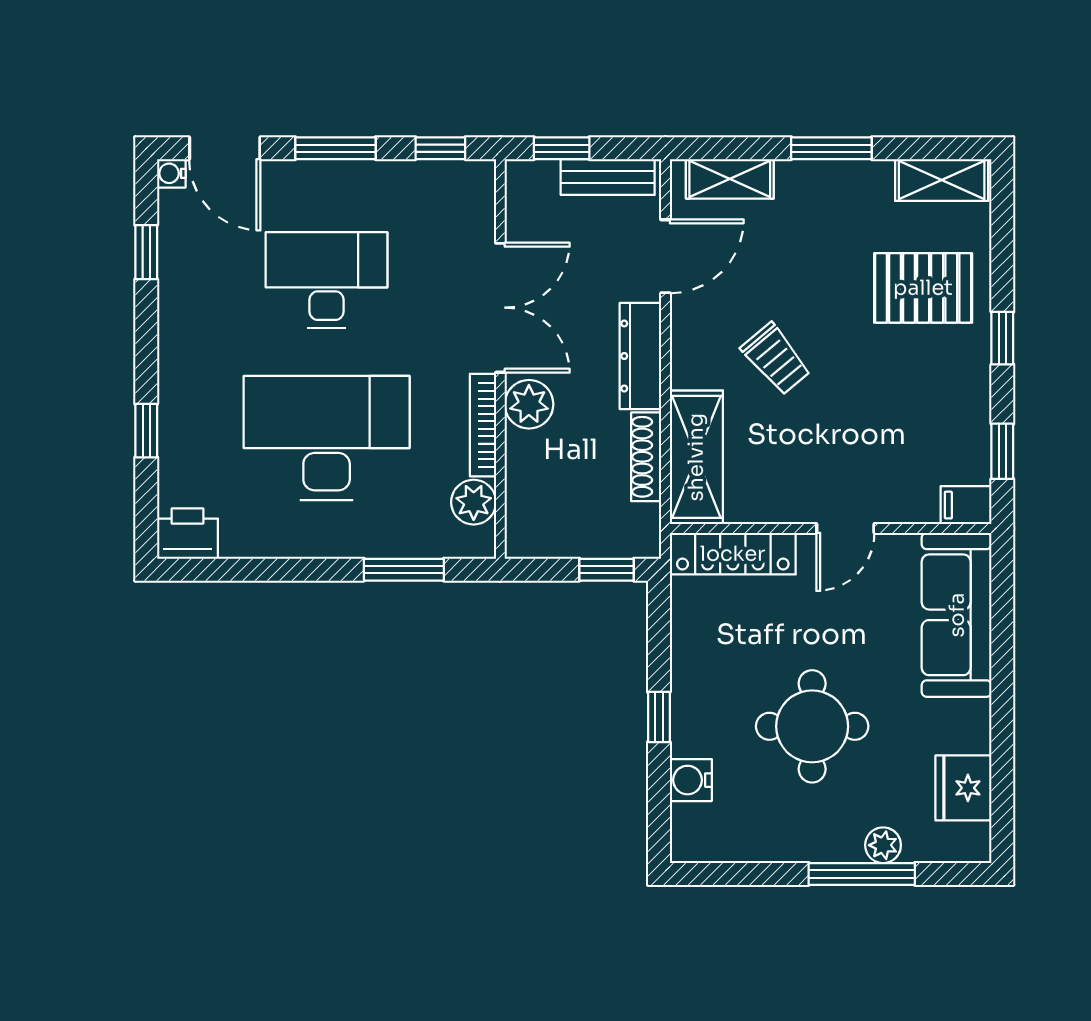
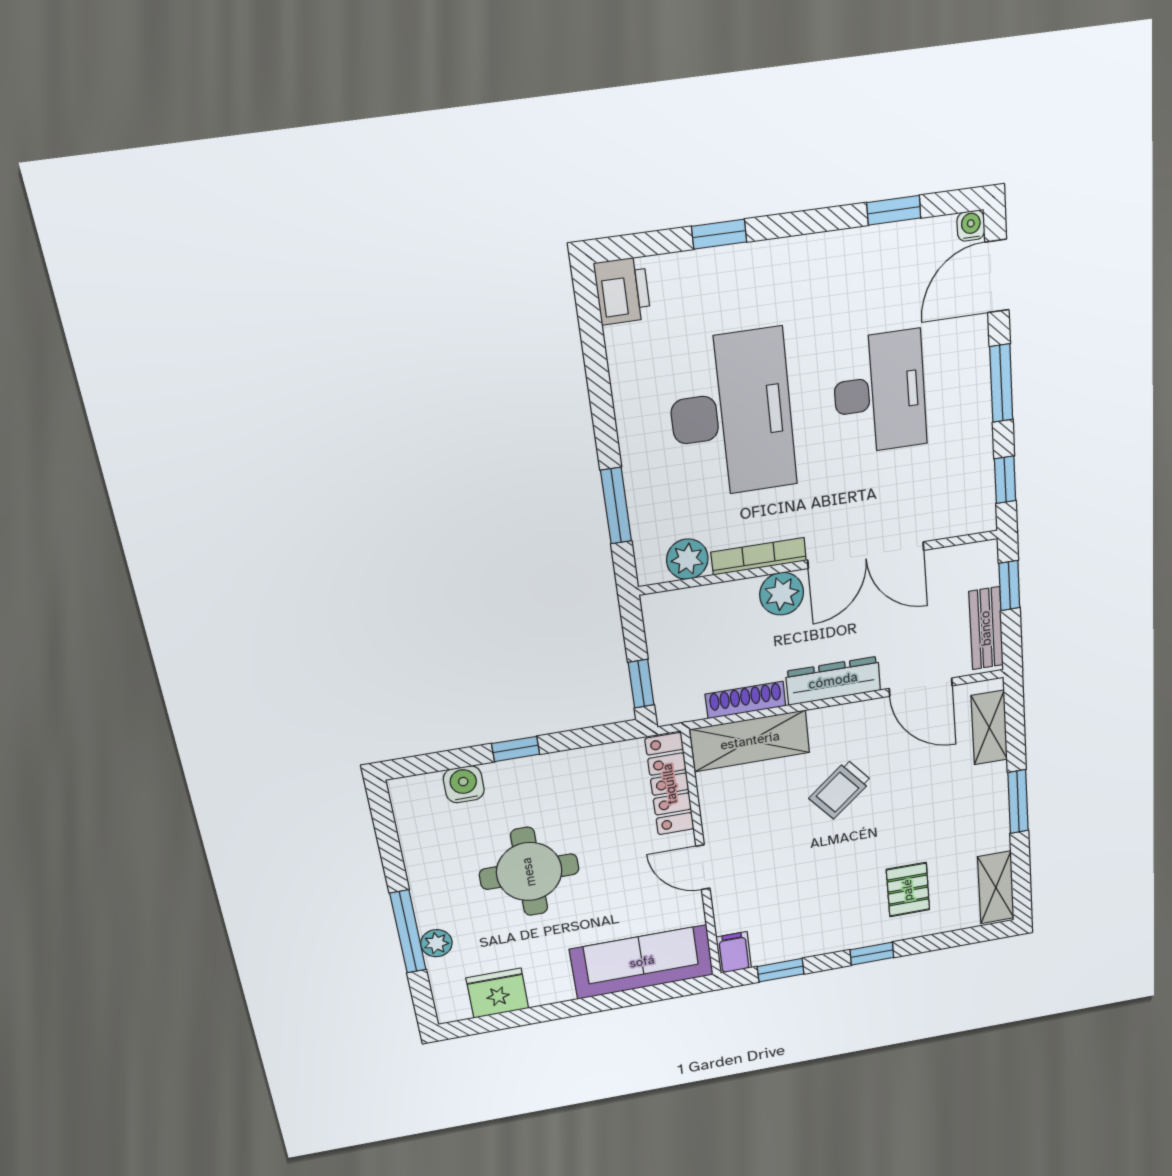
pallet: (923, 288) -> (908, 890), width x0.67, depth x0.71

